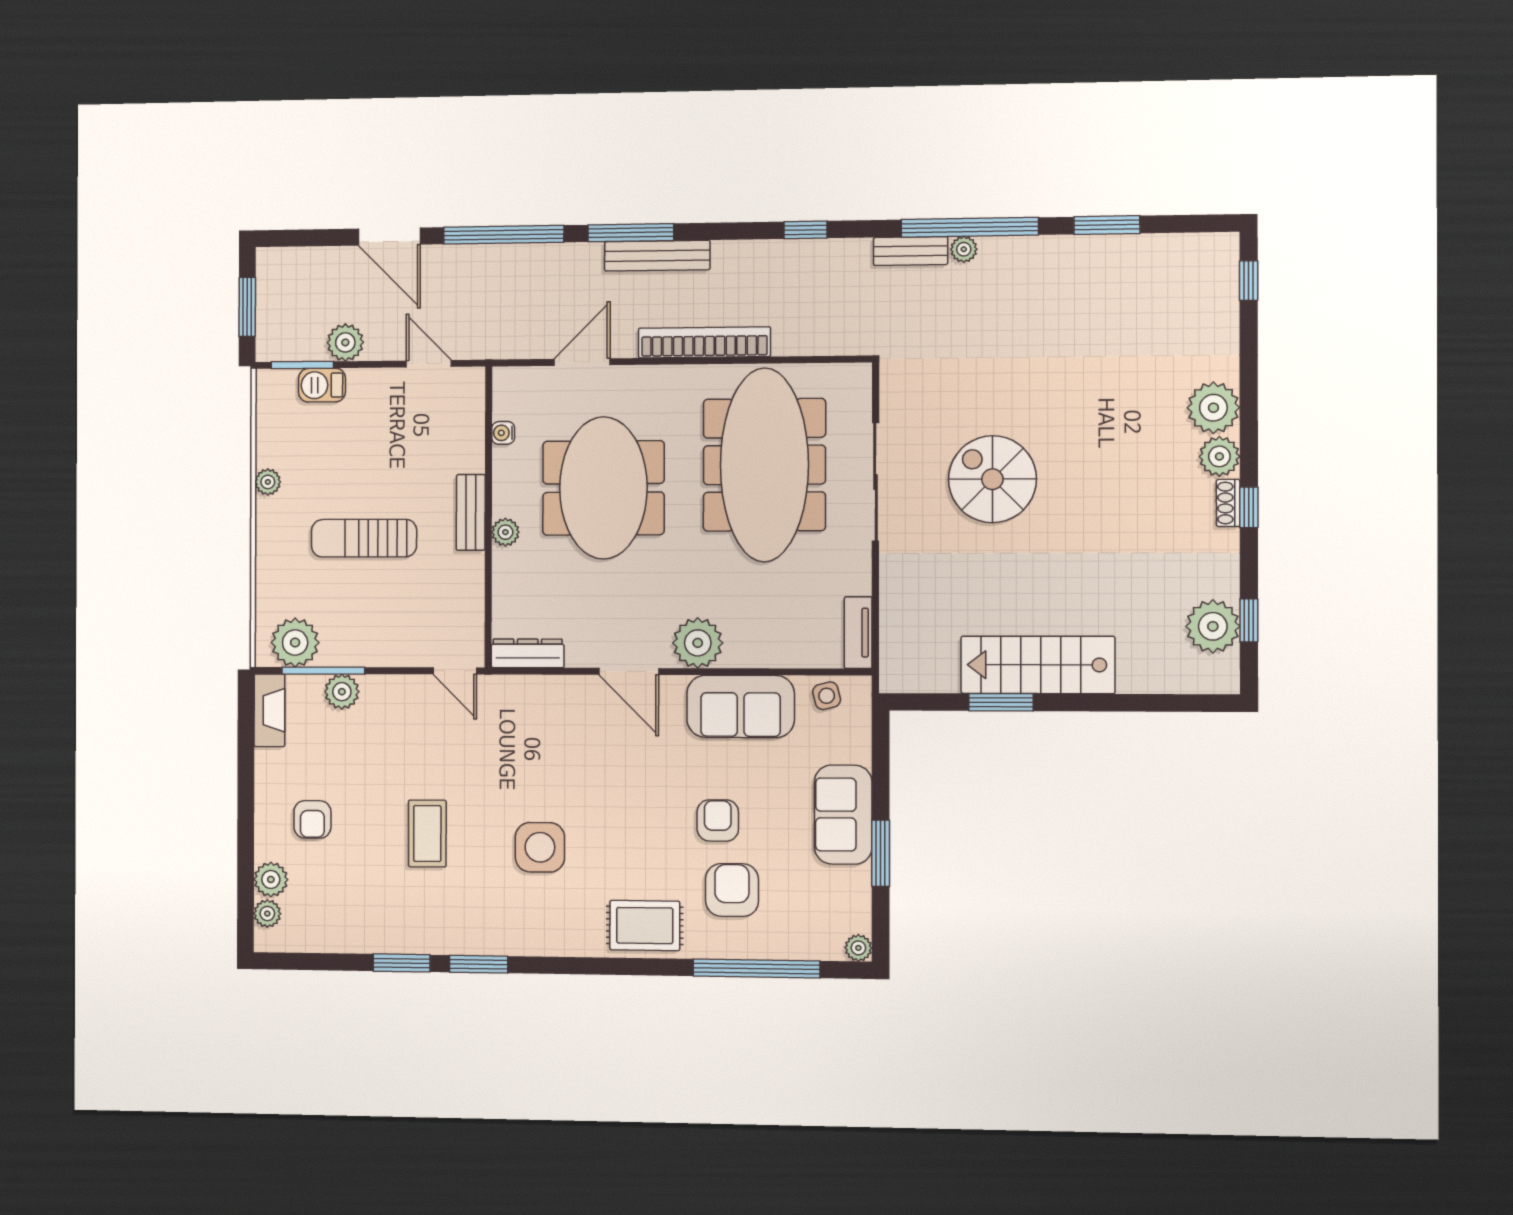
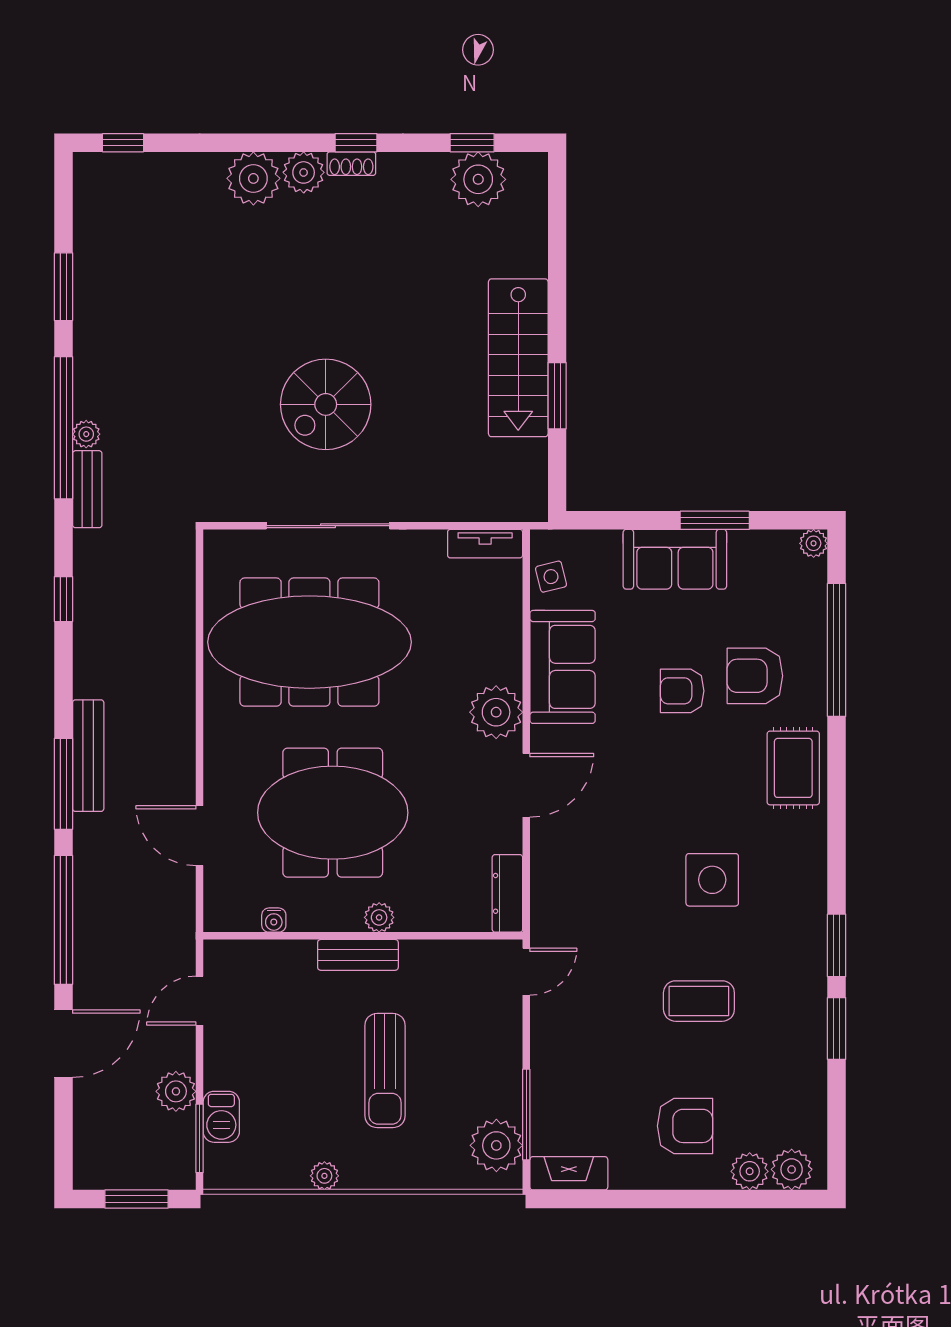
bookcase: (704, 342) -> (180, 706), removed
plant: (342, 692) -> (549, 1094), removed
armchair: (312, 819) -> (685, 1126), width x1.38, depth x1.38
plant: (267, 914) -> (792, 1169), width x1.38, depth x1.38

